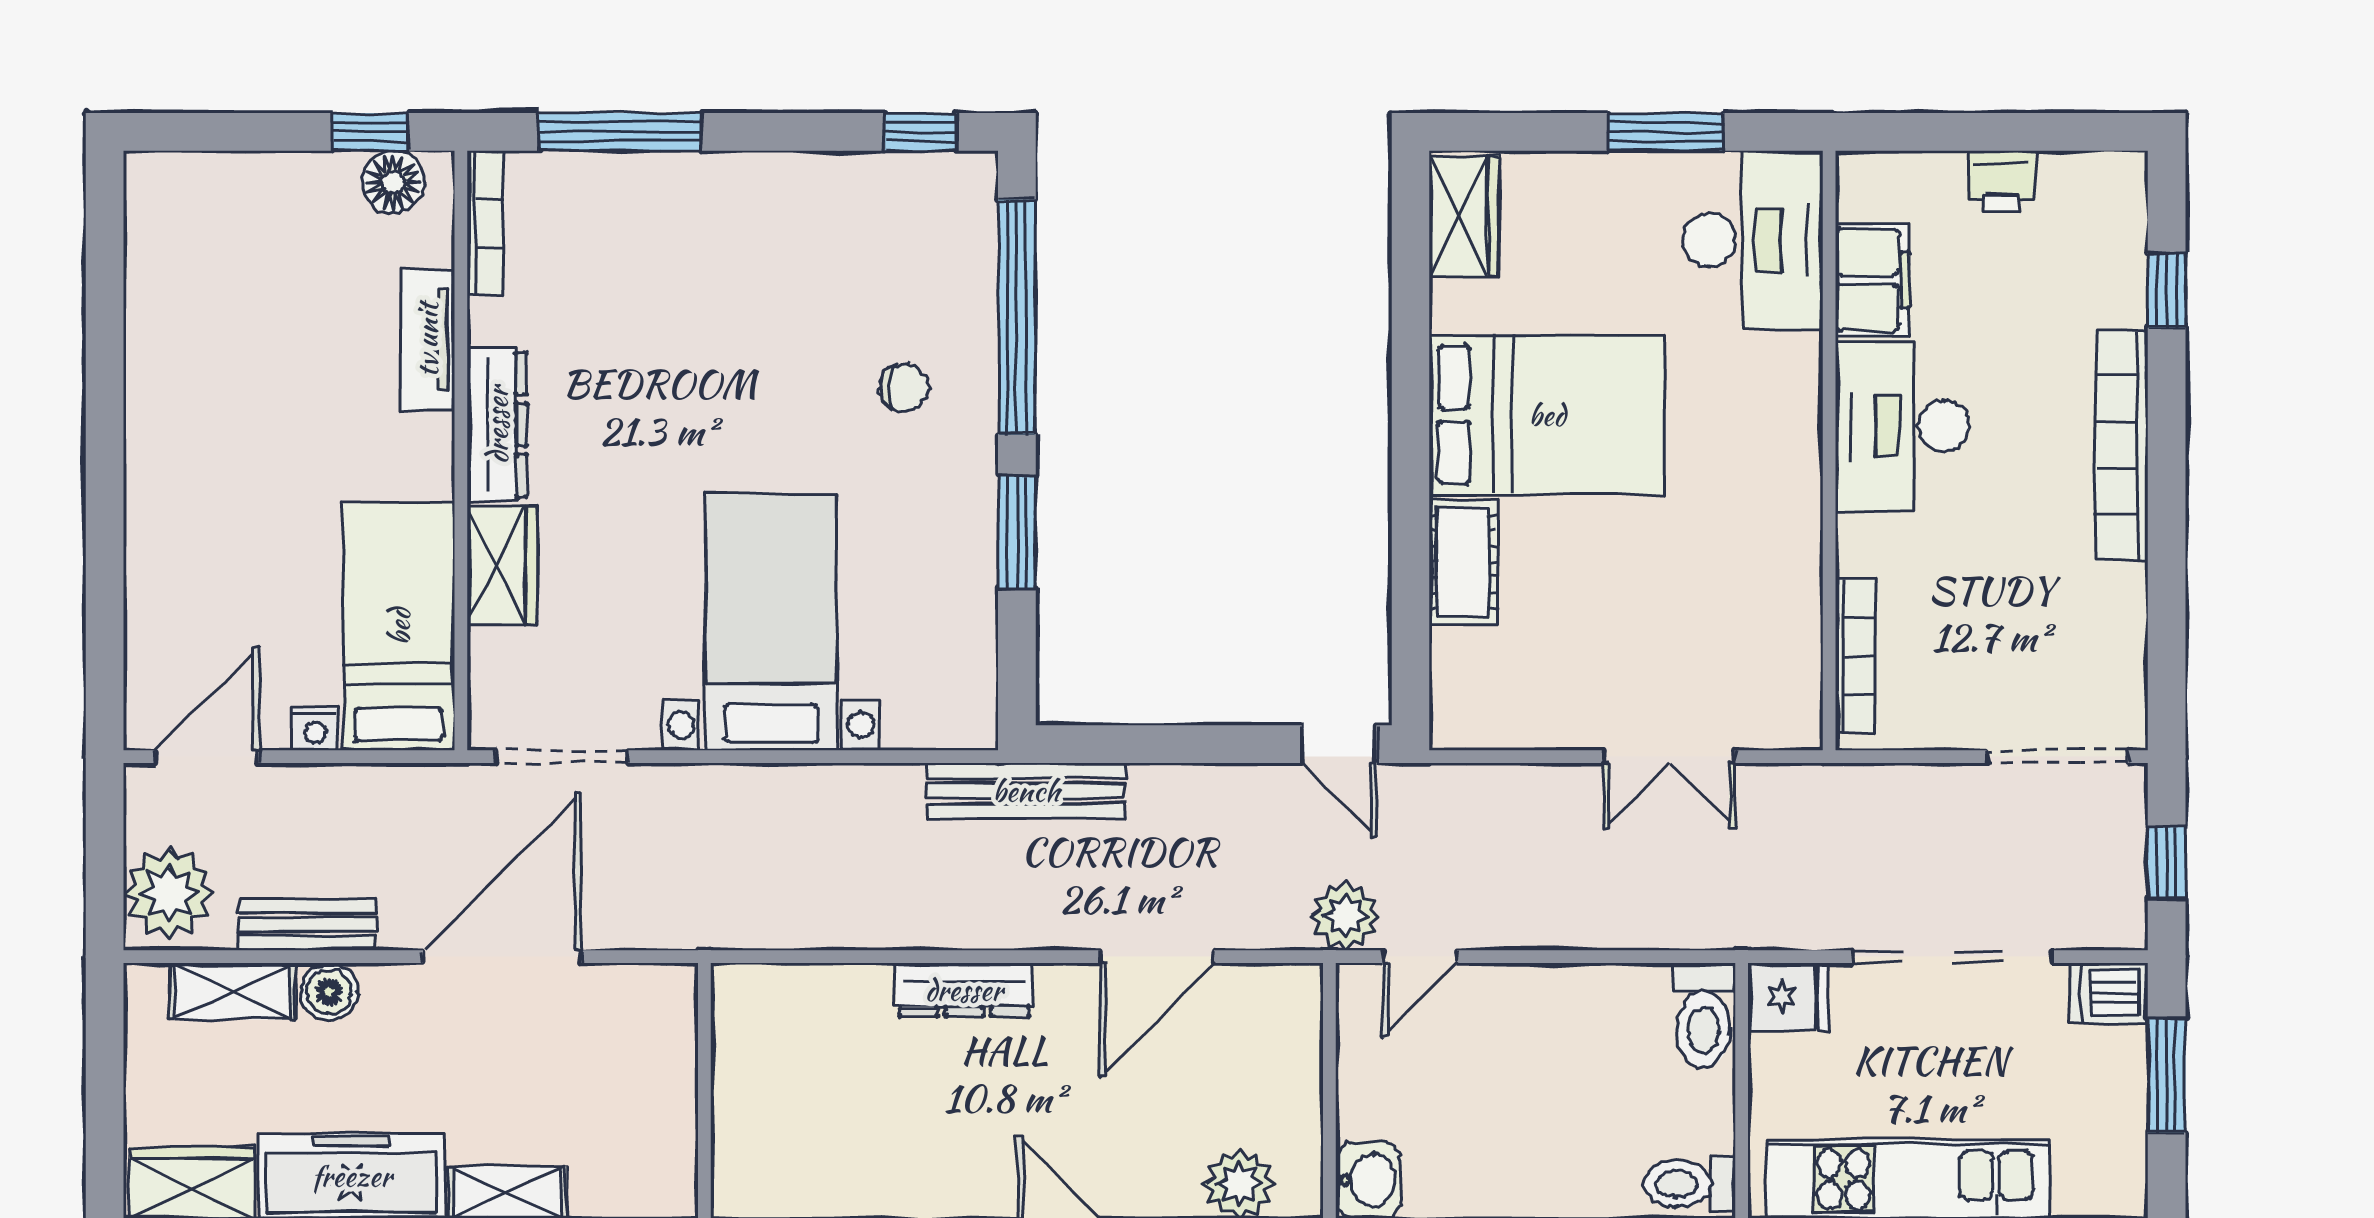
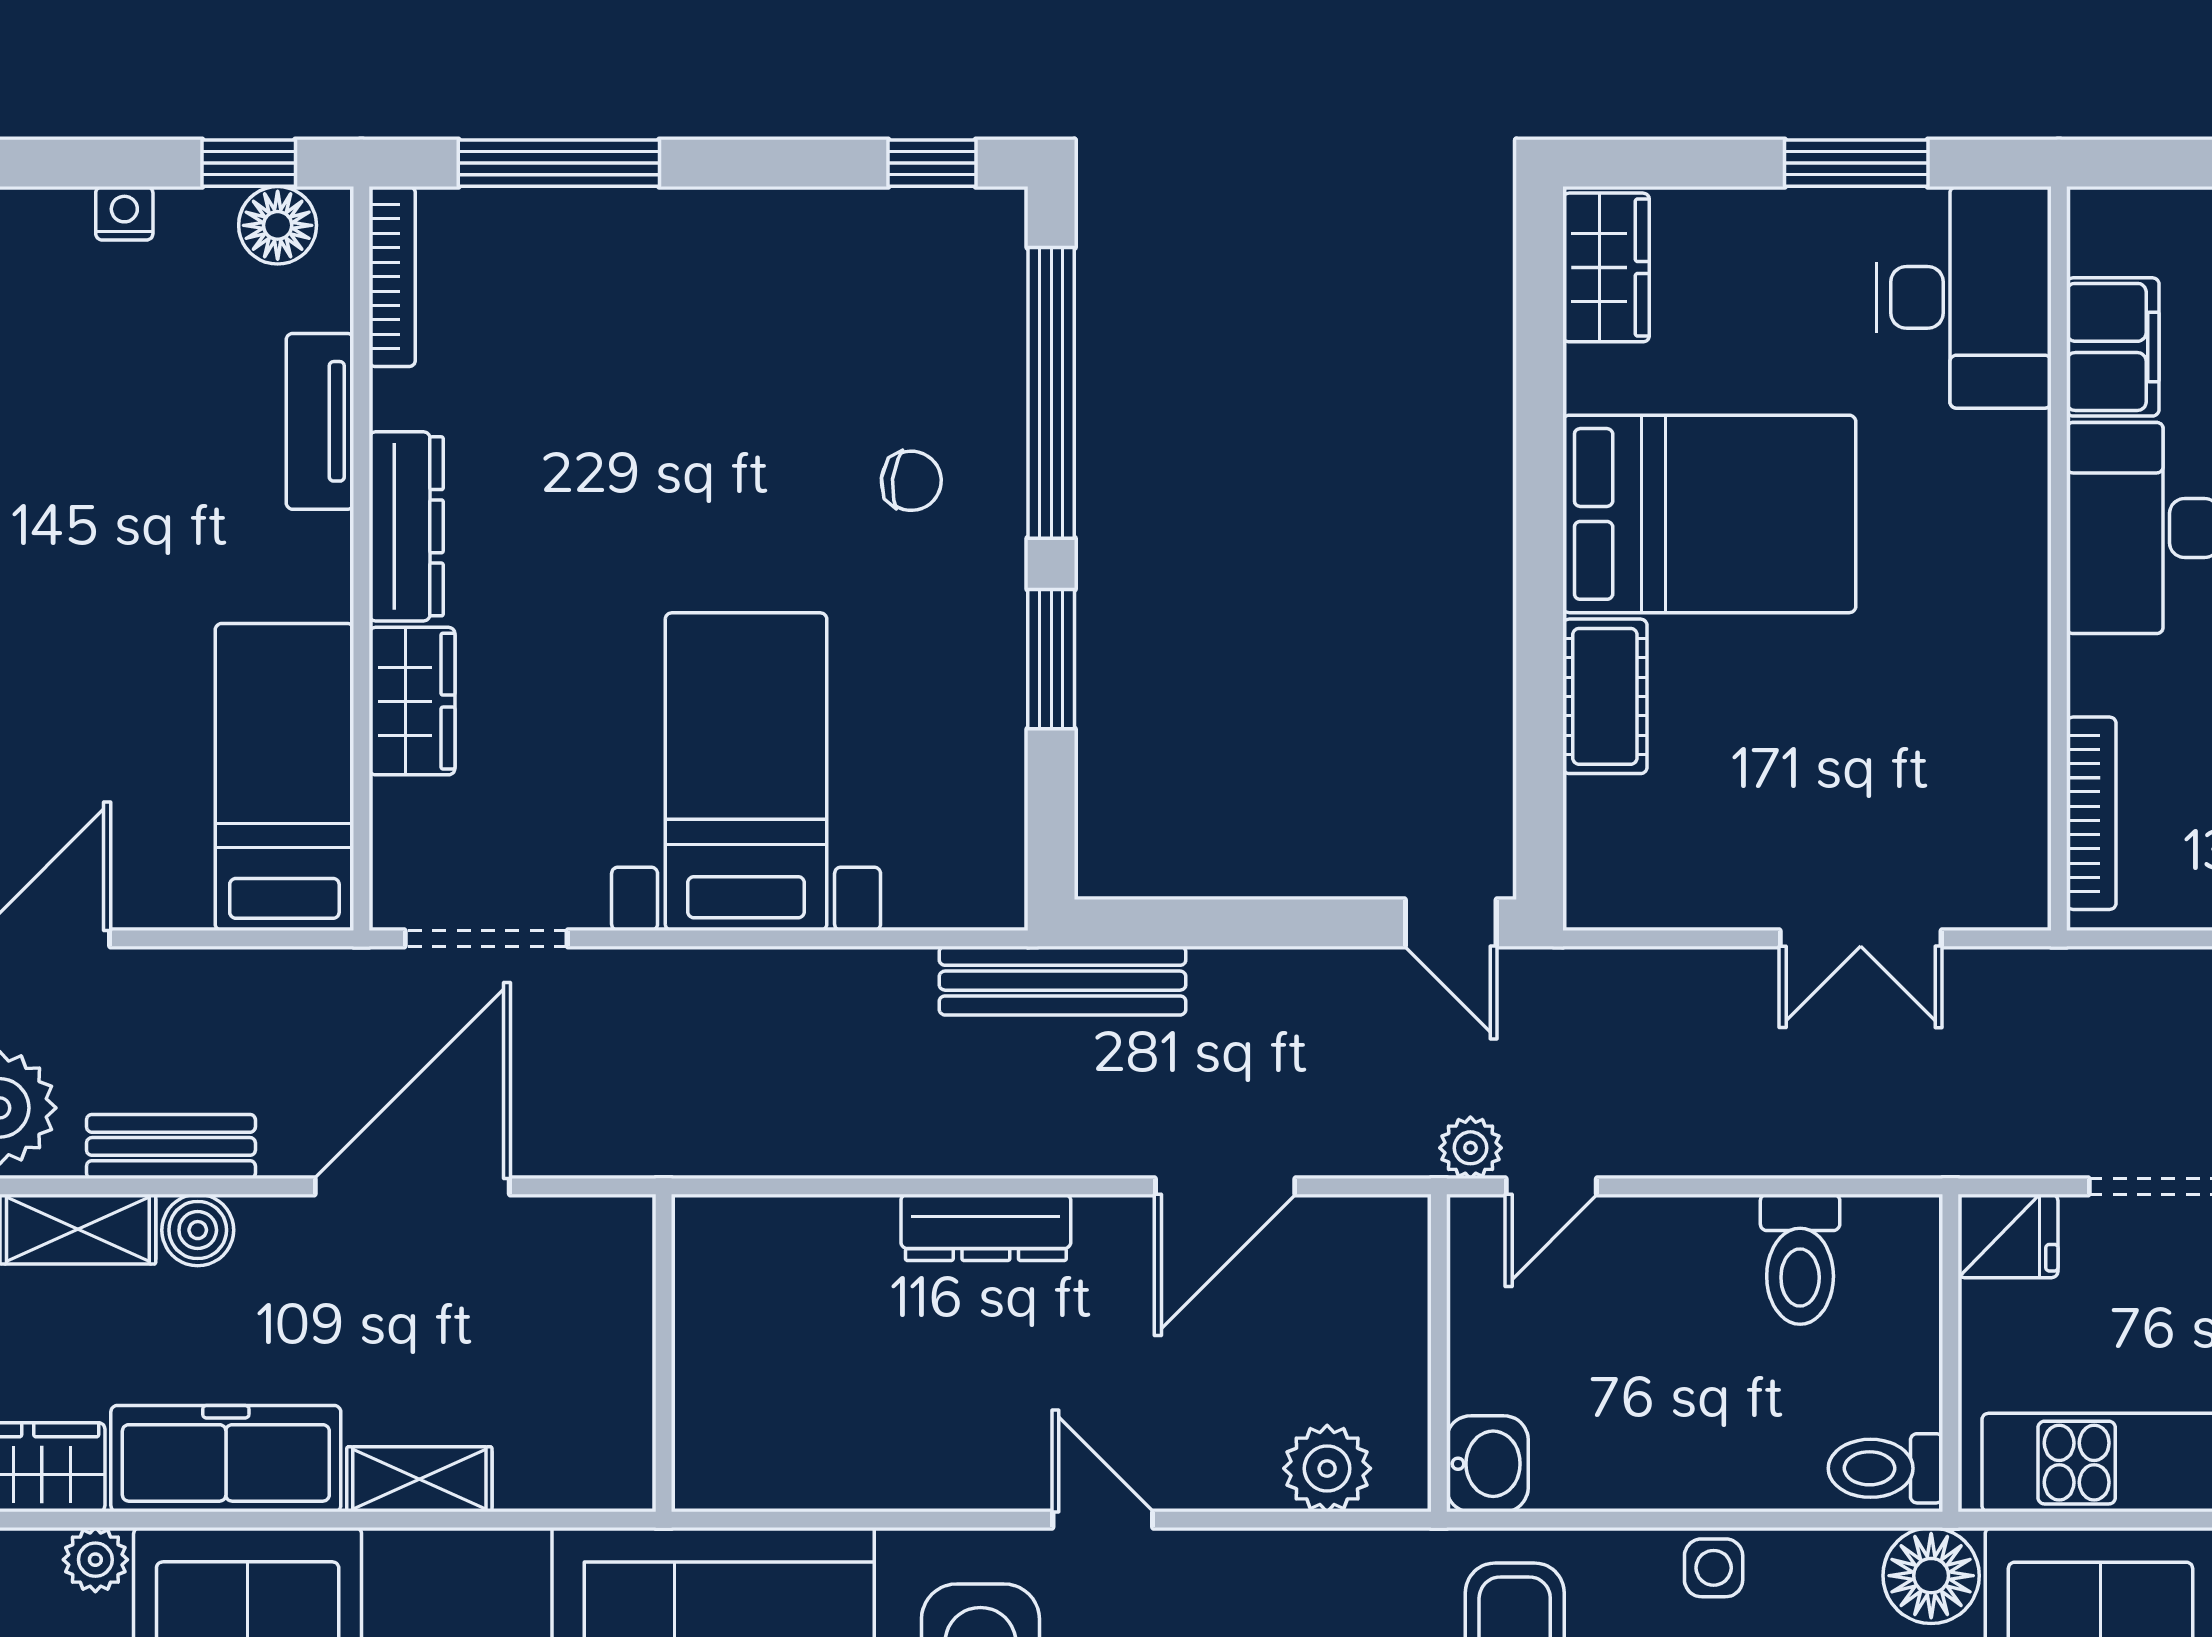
nightstand: (315, 729) -> (124, 213), moved, turned 180
plant: (1346, 916) -> (1470, 1148), width x0.73, depth x0.73
toilet: (1704, 1015) -> (1800, 1259), moved

